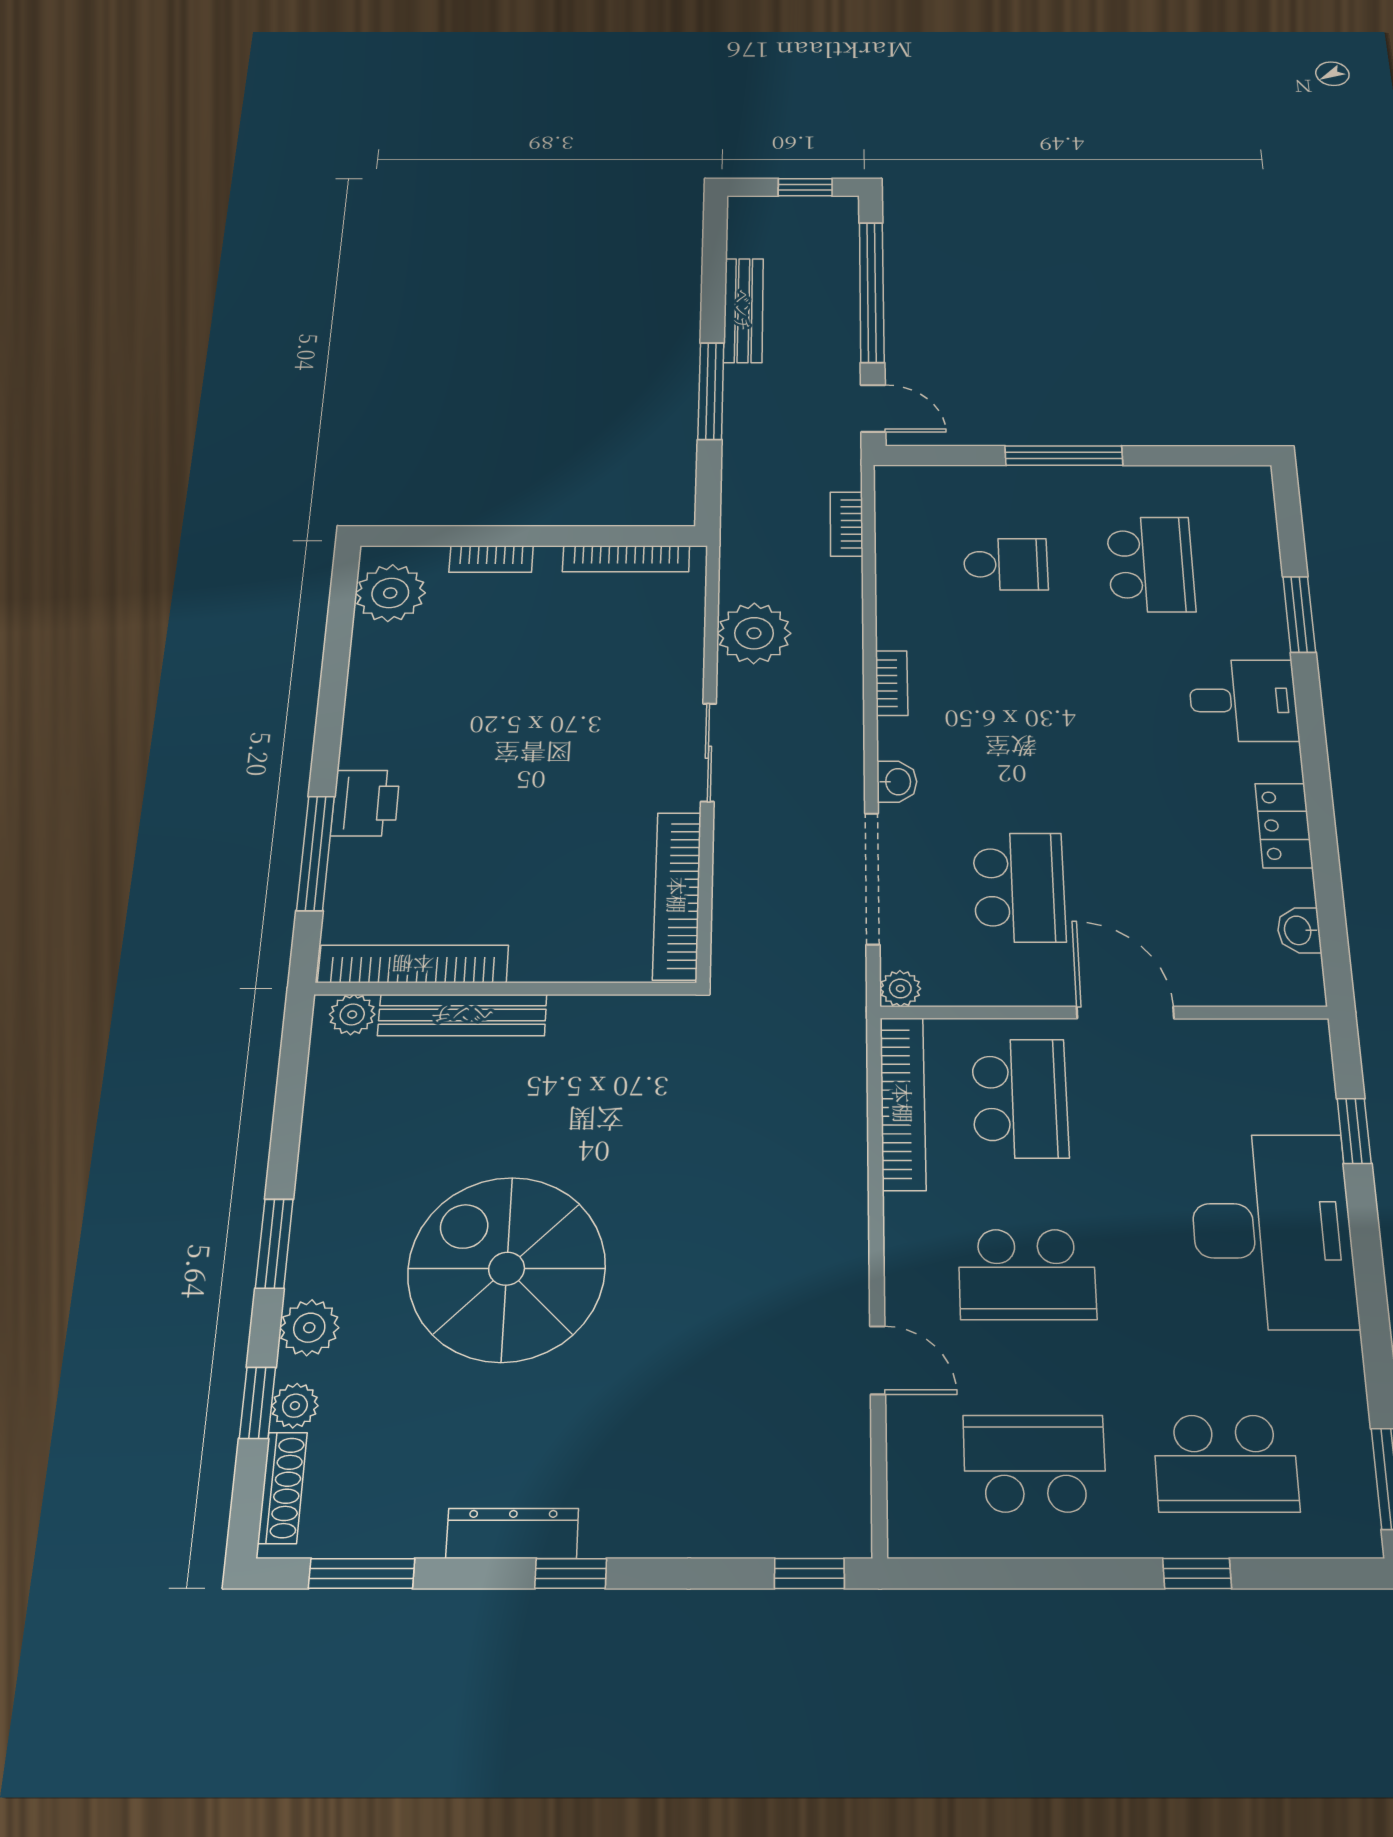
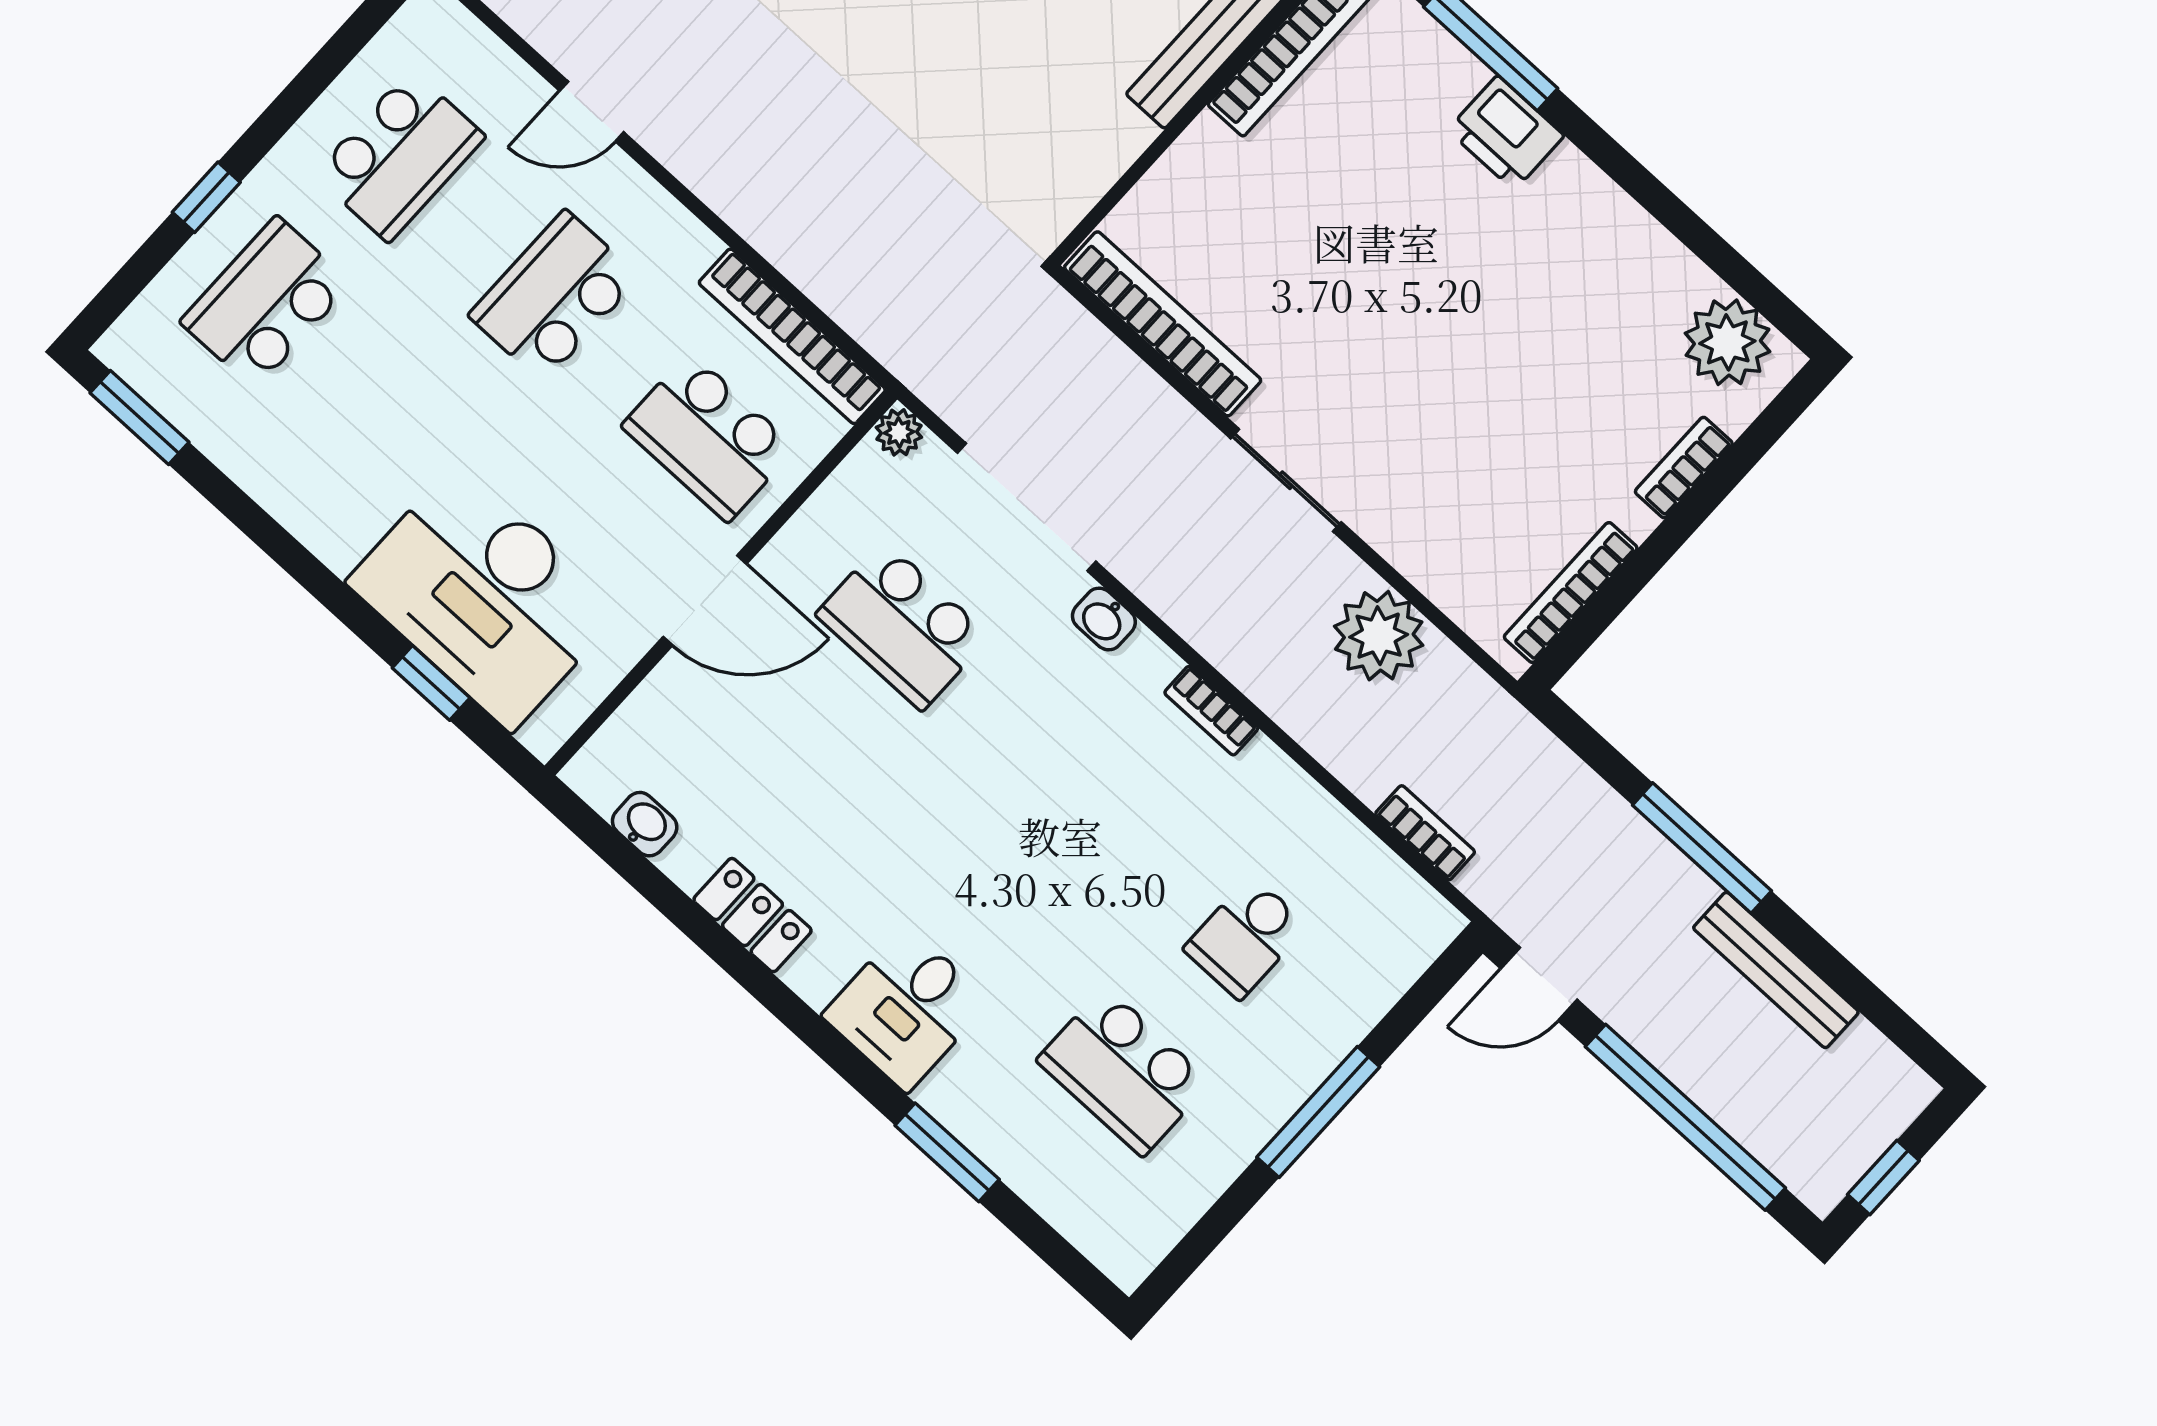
desk: (1272, 1231) -> (485, 596), moved

